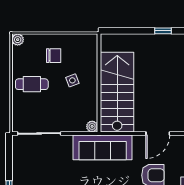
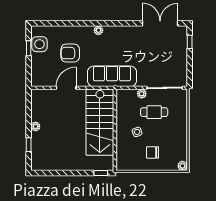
window: (163, 31) -> (101, 173), moved
cafe table: (32, 84) -> (154, 112), moved
plant: (92, 126) -> (142, 94), moved

